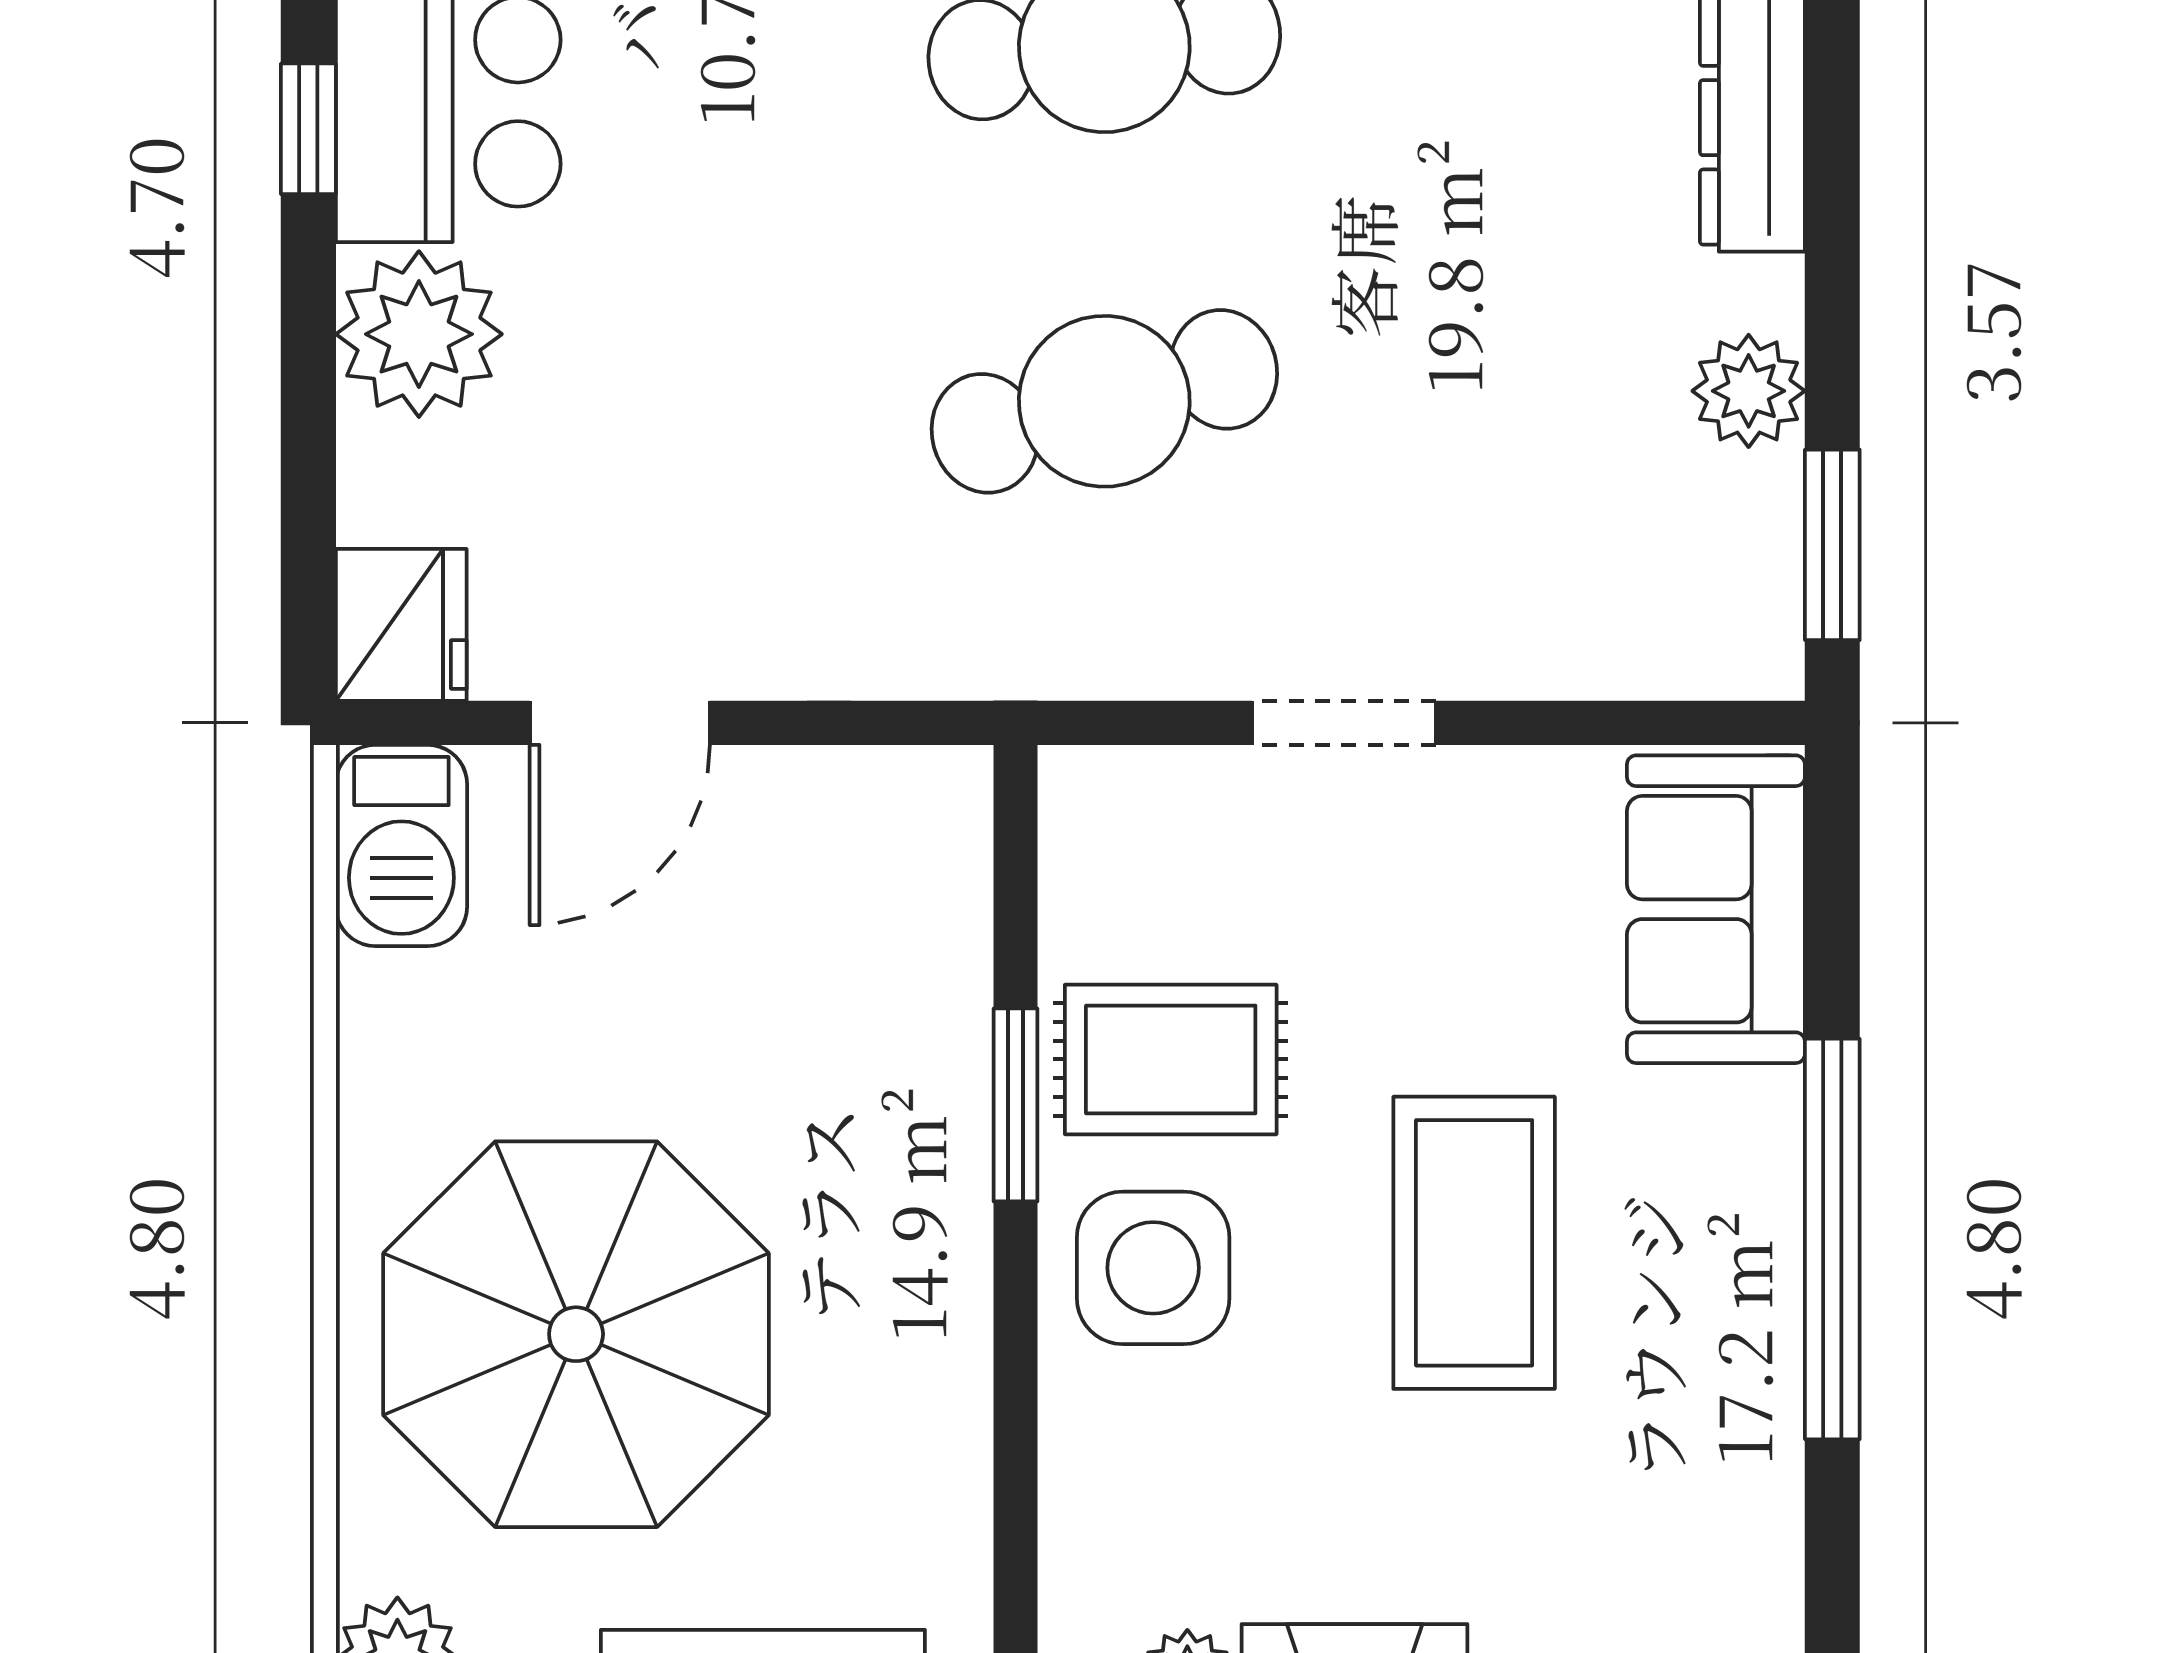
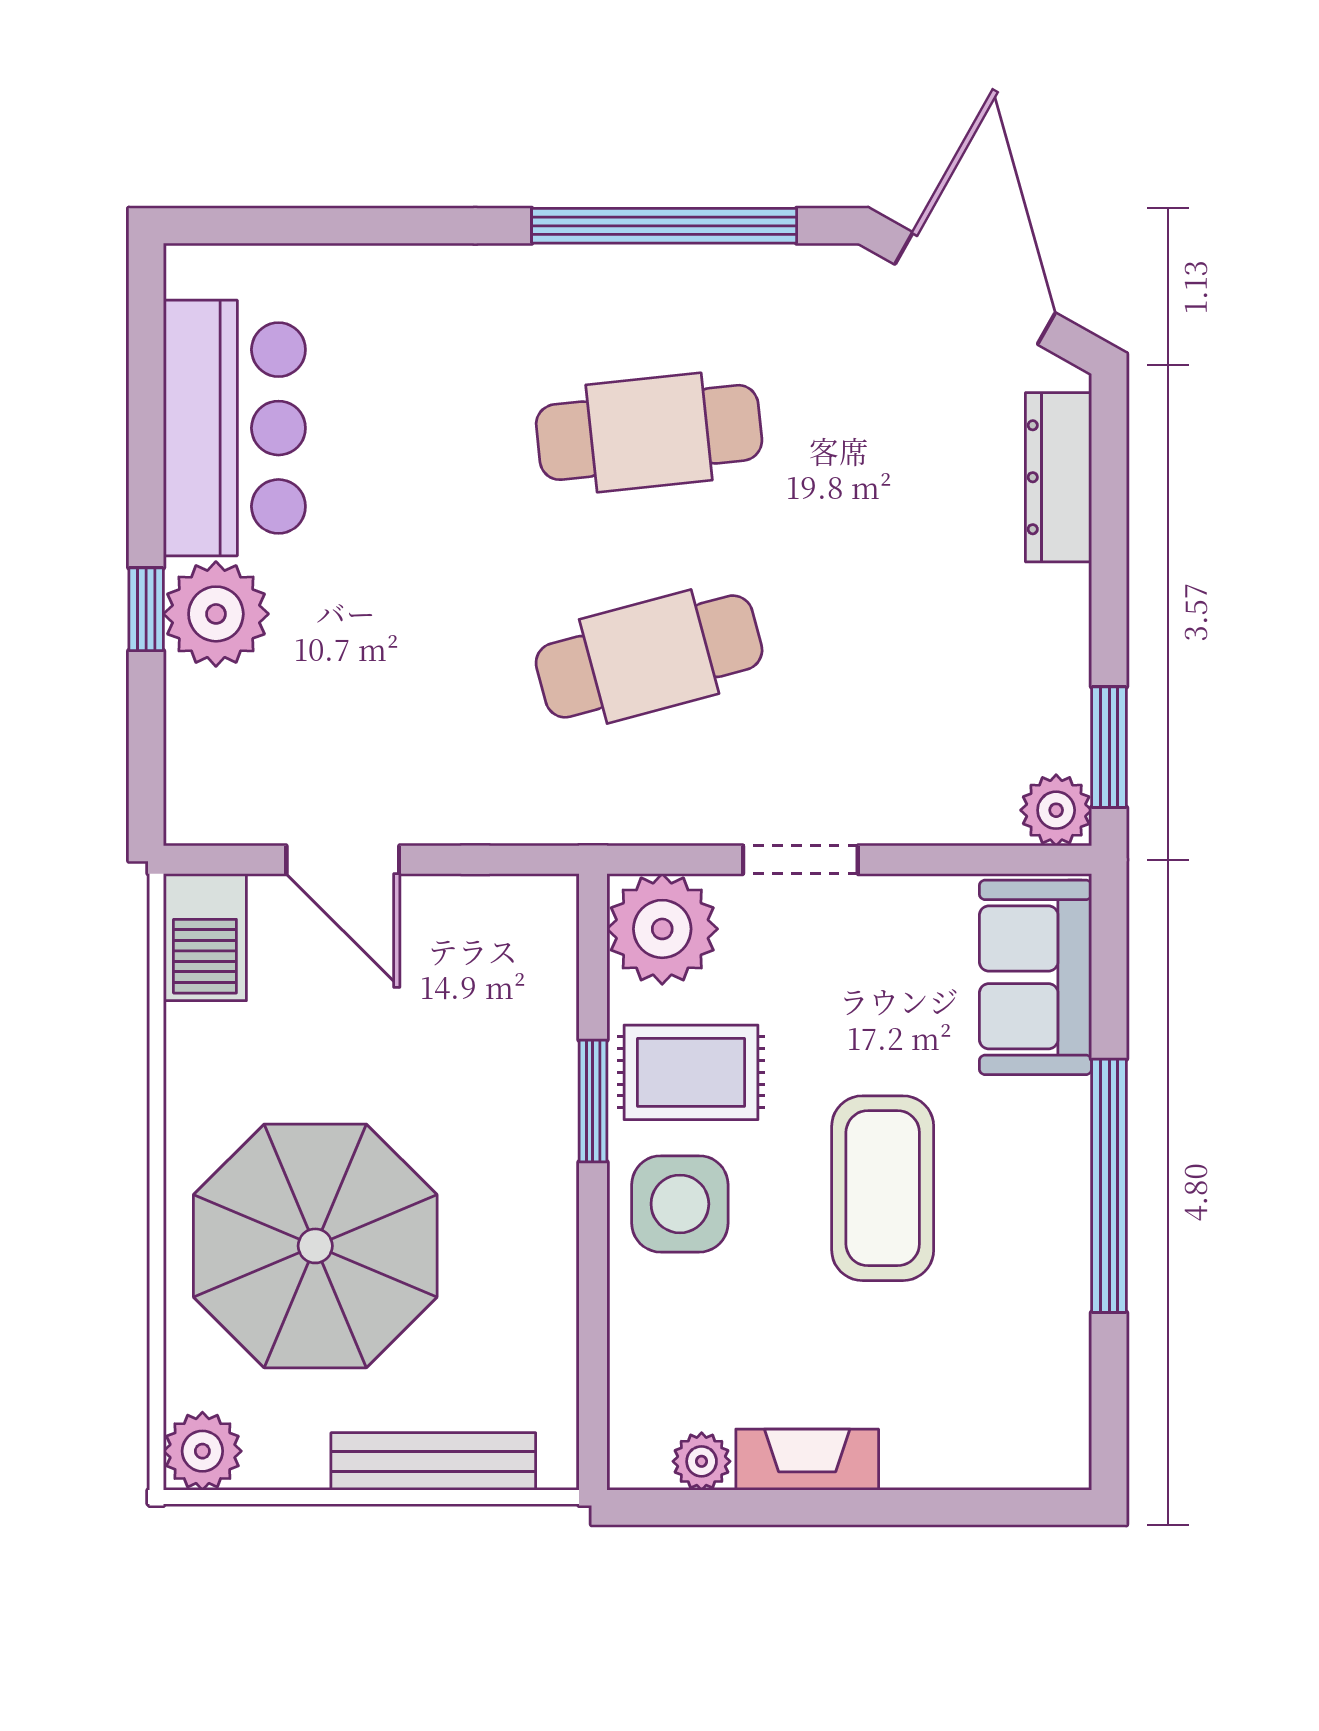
window: (308, 129) -> (146, 609), moved
plant: (1749, 391) -> (1056, 810), moved
fridge: (401, 625) -> (205, 798), removed
door: (620, 723) -> (343, 860), hinge flipped
plant: (1125, 833) -> (662, 929), added

